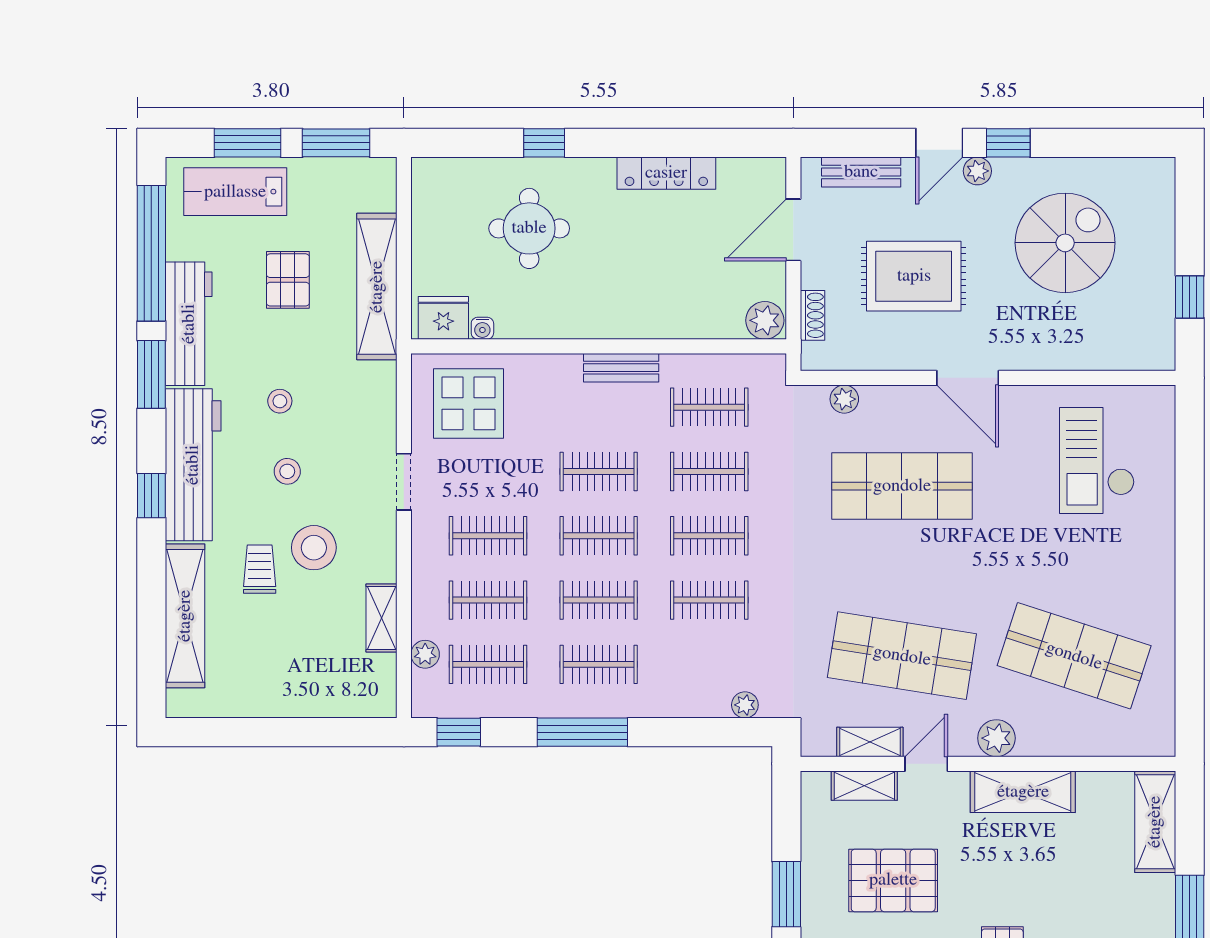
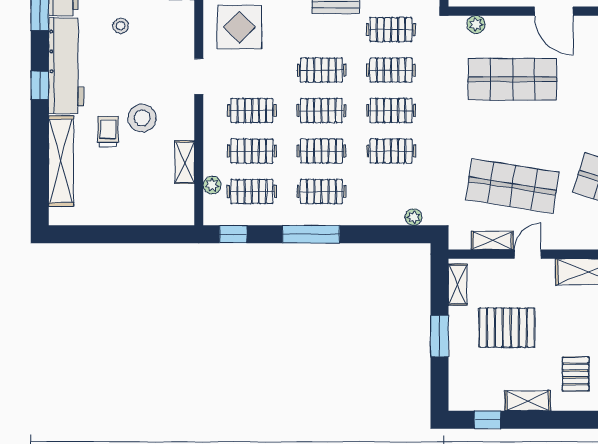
stool: (287, 471) -> (125, 70), removed
plant: (996, 738) -> (572, 238), removed
shelving: (864, 786) -> (458, 285), moved, turned 90

